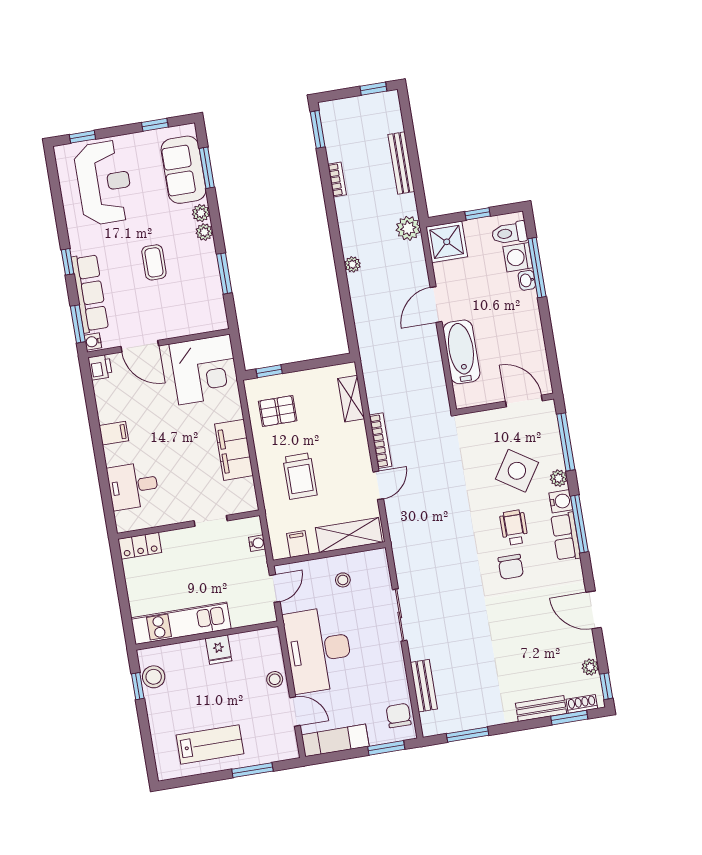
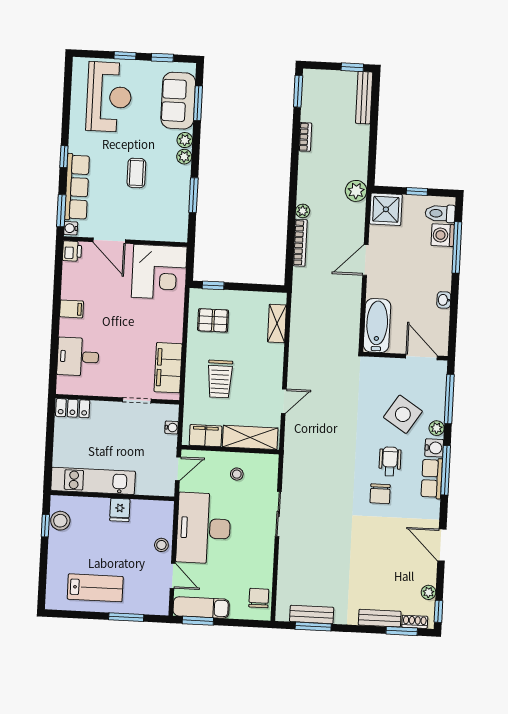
window: (82, 137) -> (125, 56), moved
bench: (401, 163) -> (364, 98), moved
washbasin: (527, 280) -> (444, 300), moved
bathtub: (461, 352) -> (377, 326), moved
bookcase: (381, 441) -> (300, 243), moved
filing cabinet: (234, 450) -> (168, 368), moved
filing cabinet: (298, 544) -> (206, 436), width x2.00
bench: (424, 686) -> (312, 614), moved, turned 90
window: (386, 748) -> (198, 621), moved

